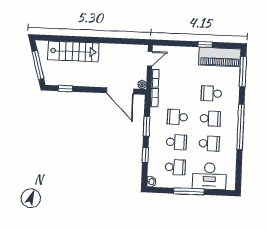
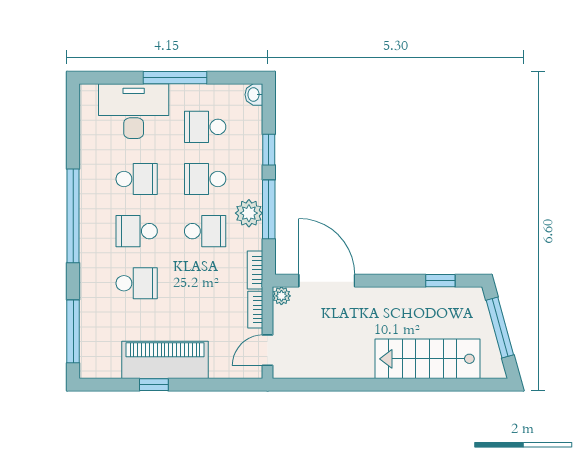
piano: (220, 57) -> (165, 360), moved
plant: (156, 125) -> (249, 213), added
window: (146, 126) -> (269, 209), width x1.44
school desk: (209, 143) -> (137, 179), turned 180

